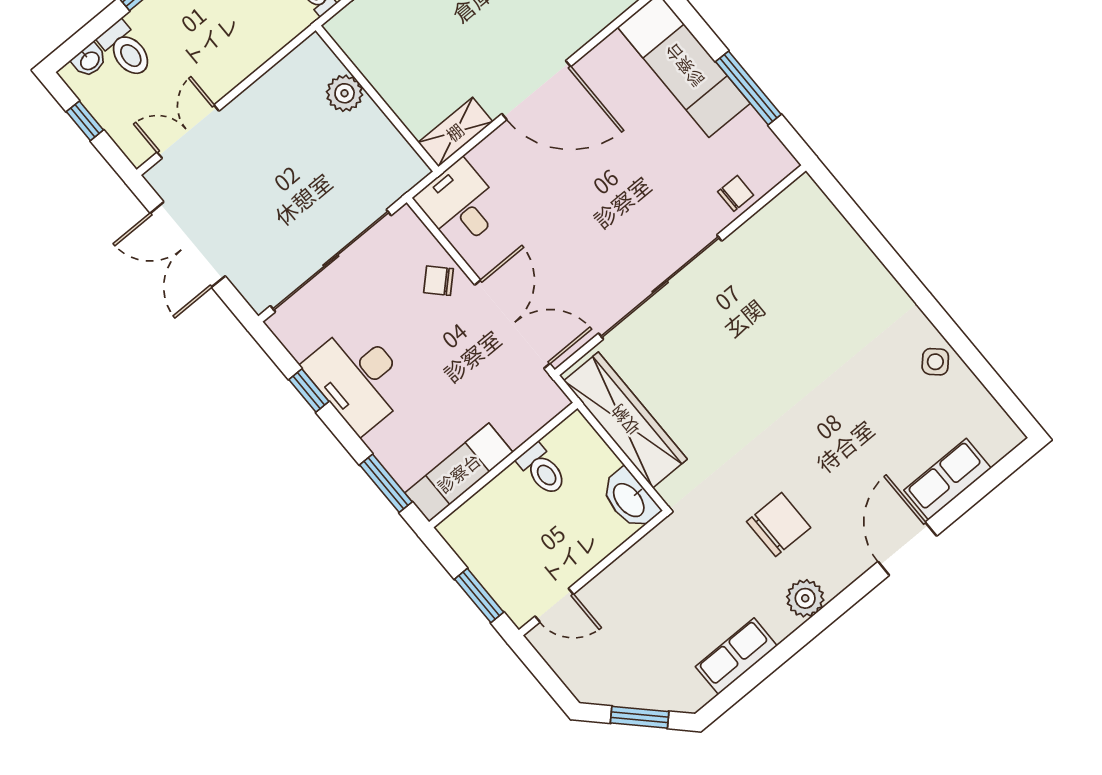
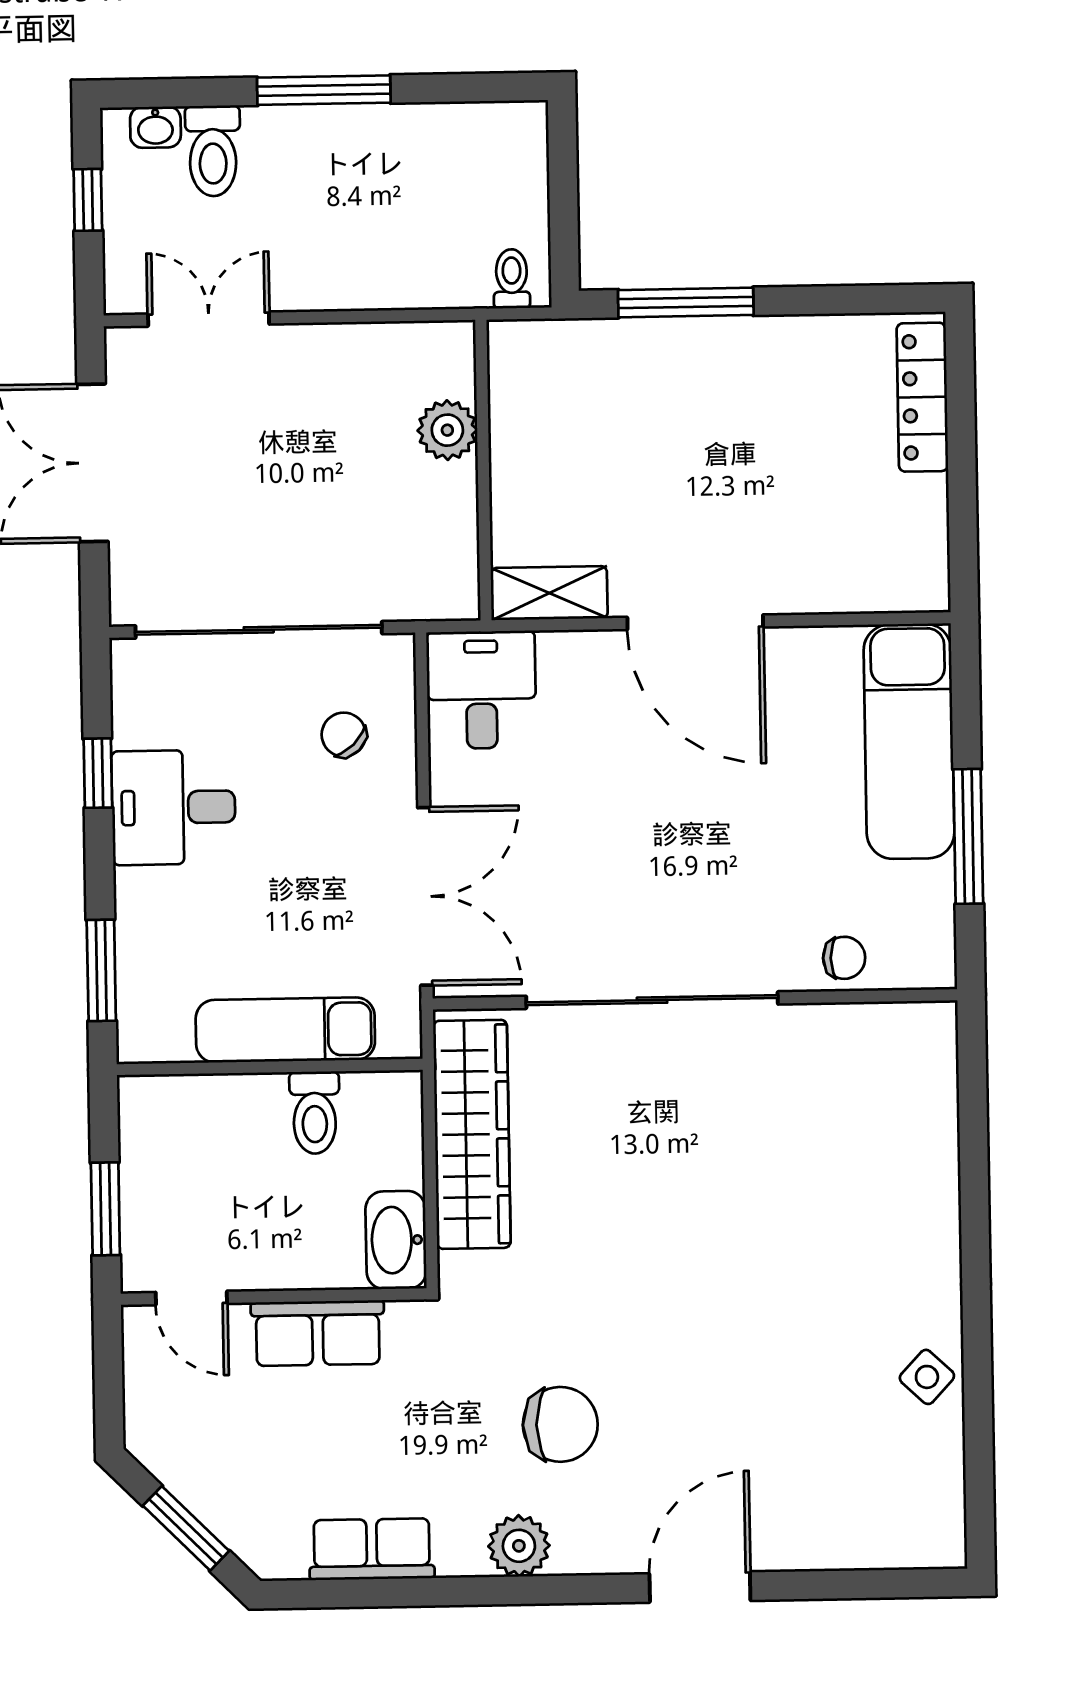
chair: (439, 281) -> (344, 735), moved
desk: (358, 378) -> (174, 807), width x0.73
exam couch: (459, 473) -> (285, 1030), moved
row of seats: (948, 479) -> (318, 1333), moved, turned 180

